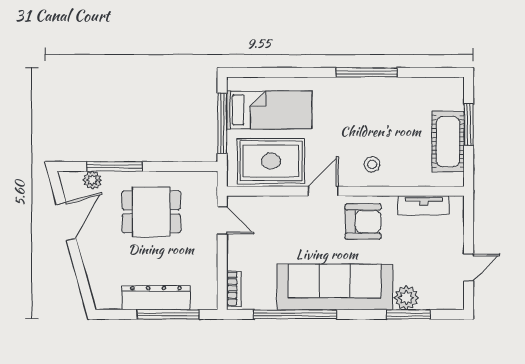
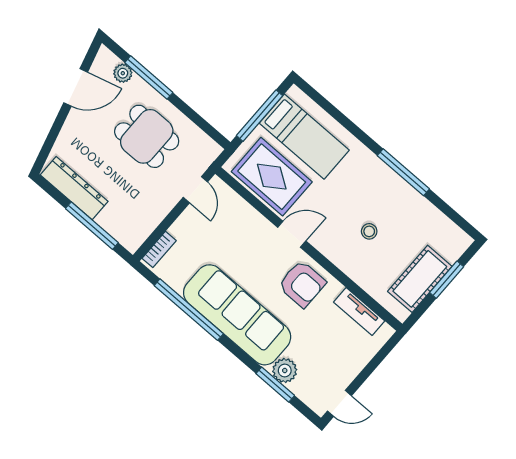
stool: (372, 164) -> (369, 231), moved
door: (469, 267) -> (339, 403), moved
dresser: (156, 298) -> (74, 188), moved

